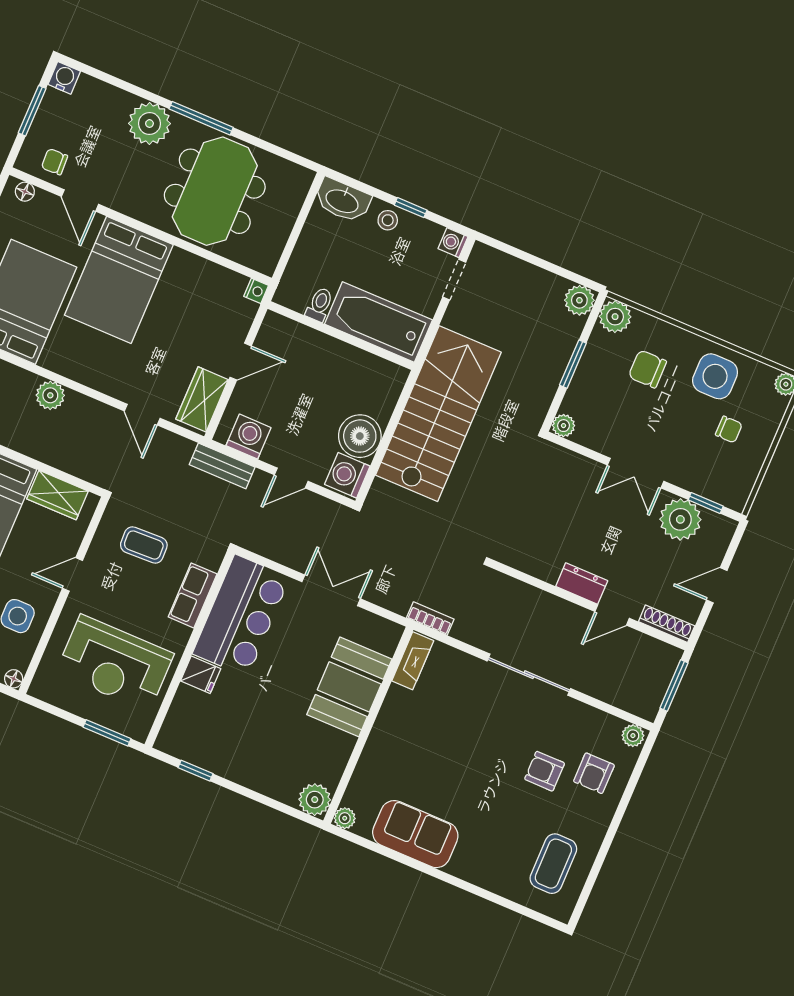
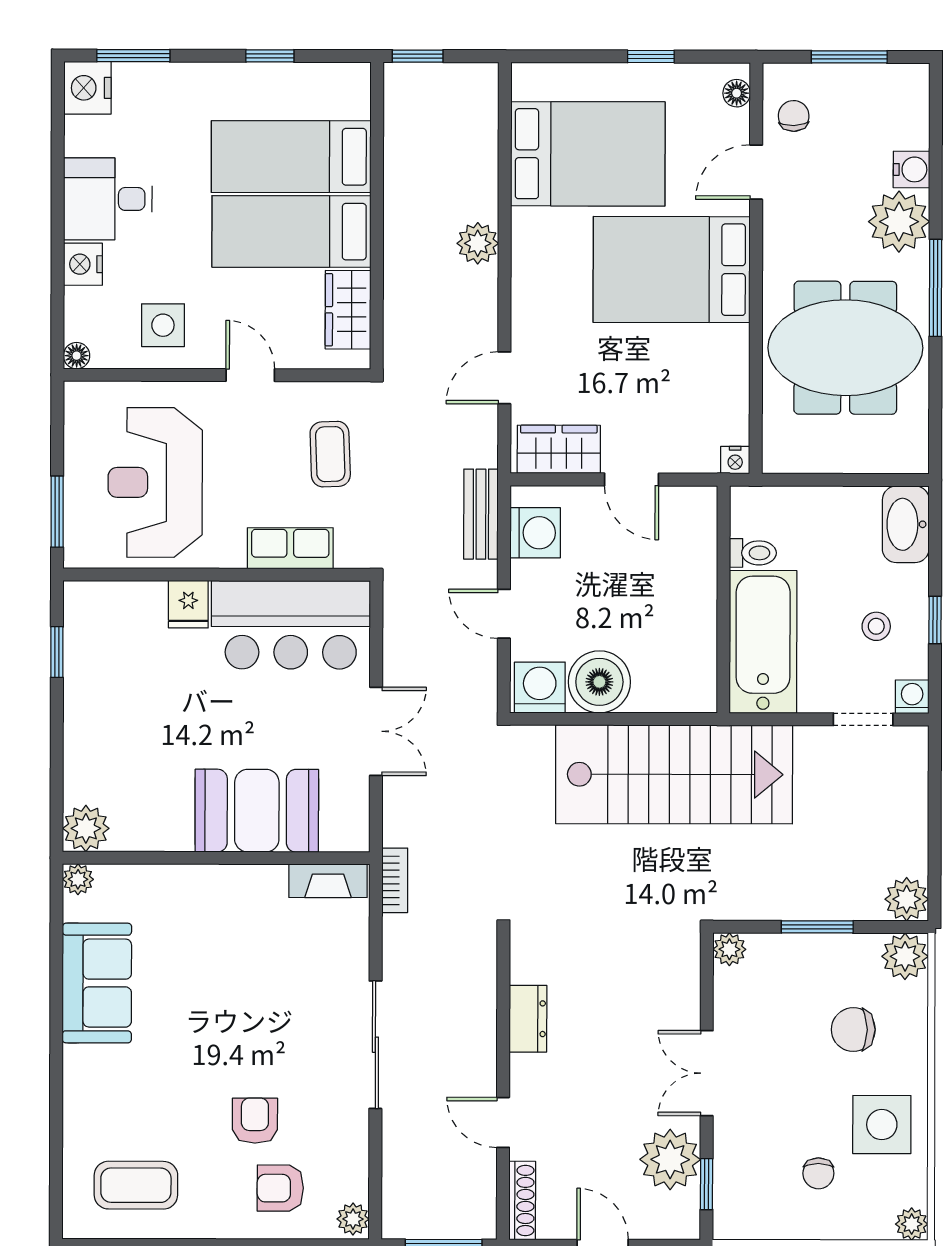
water cooler: (64, 78) -> (912, 169), moved
stool: (388, 220) -> (876, 626), moved
chair: (647, 369) -> (853, 1030), turned -90
dresser: (582, 584) -> (528, 1019), moved

